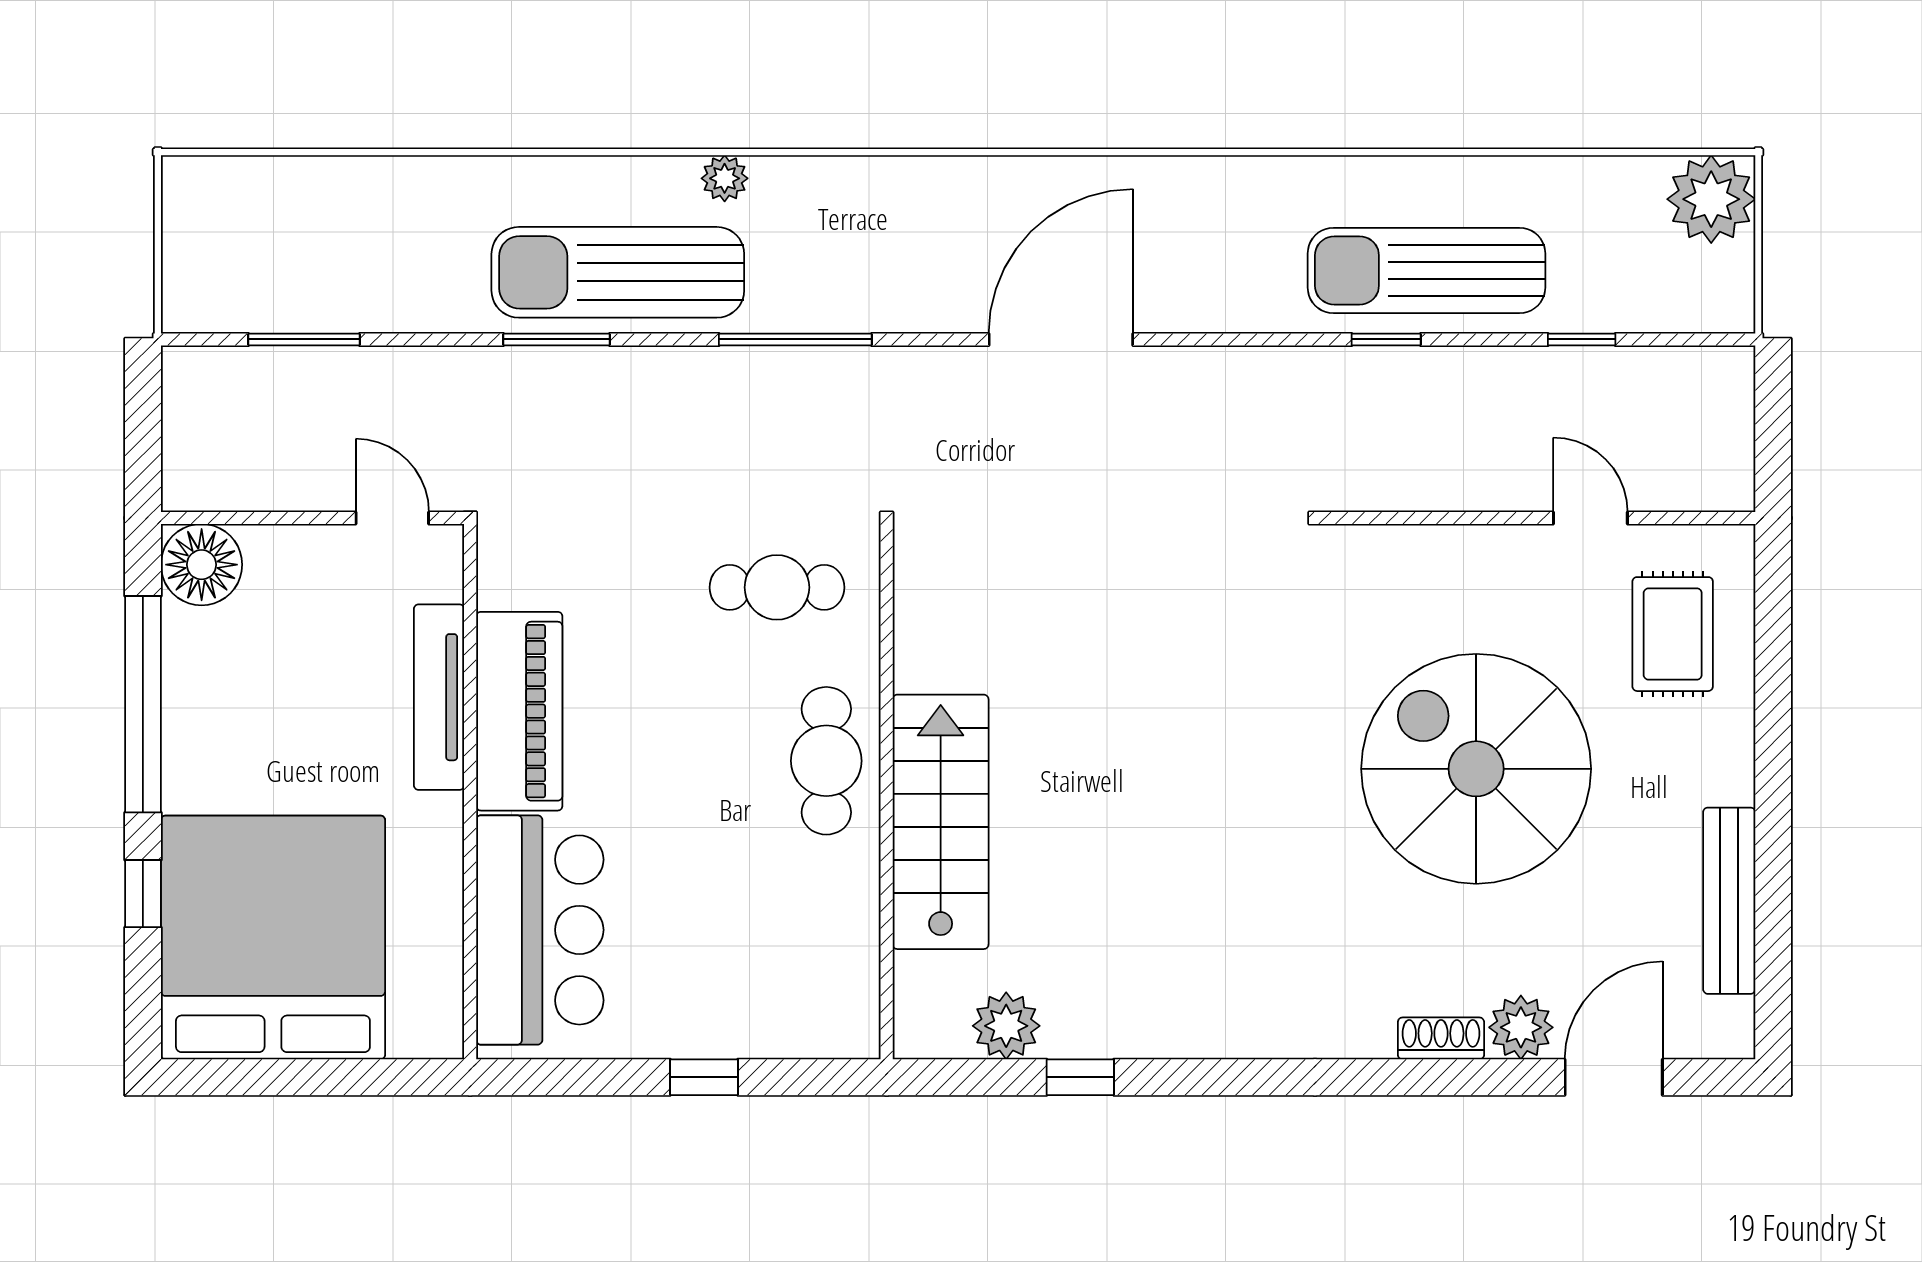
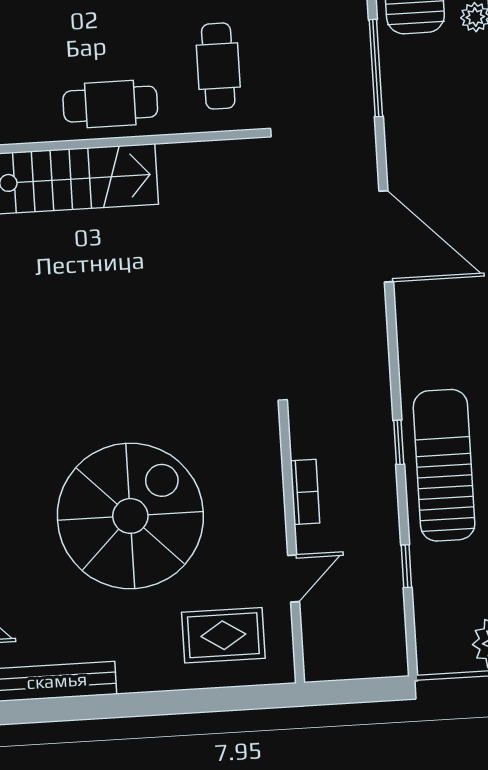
bookcase: (1455, 492) -> (305, 492), added

